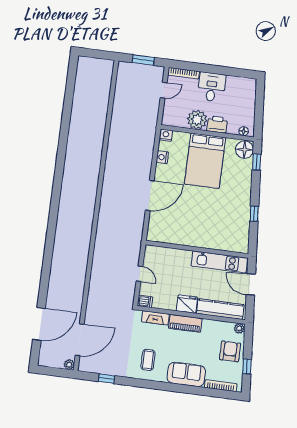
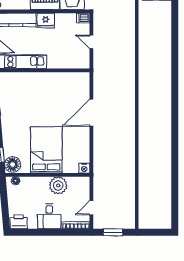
printer: (217, 124) -> (19, 222), moved, turned 180
nightstand: (162, 157) -> (85, 148), removed

